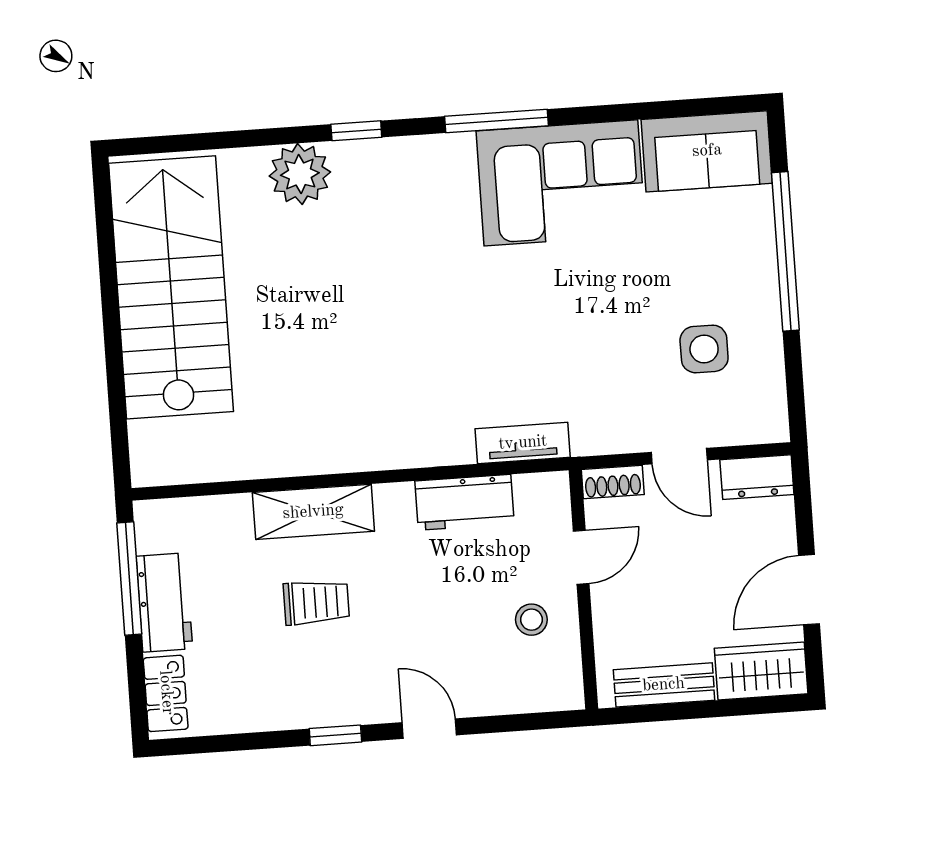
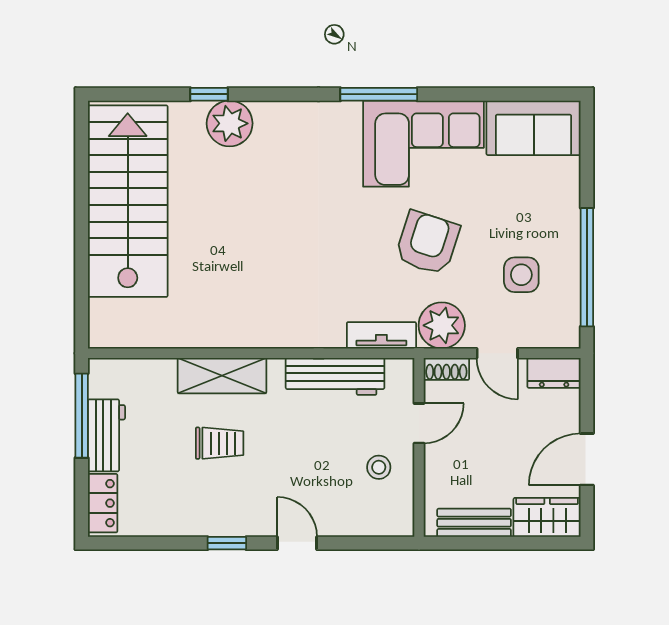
window: (356, 131) -> (209, 94), moved
window: (785, 251) -> (587, 267), moved
armchair: (575, 315) -> (427, 243), added
plant: (602, 424) -> (442, 325), added
workbench: (465, 502) -> (335, 376), width x1.37

